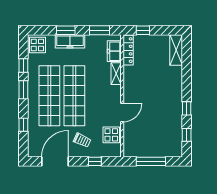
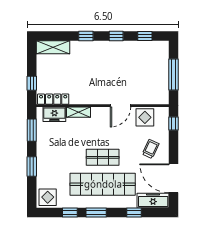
freezer: (70, 41) -> (153, 200), moved, turned -90
window: (187, 80) -> (86, 36), added
shop shelf: (74, 96) -> (103, 157), width x0.50, depth x0.74
door: (122, 112) -> (121, 106), swing flipped
window: (95, 161) -> (173, 124), moved

